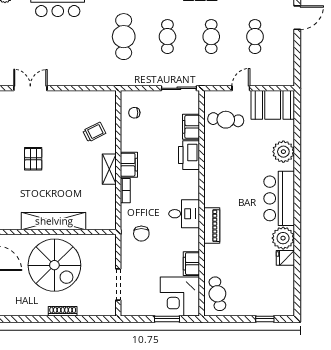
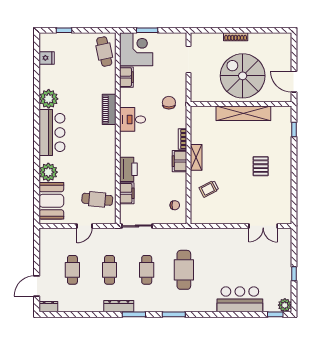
booth: (273, 105) -> (51, 201), moved, turned 90
fridge: (285, 258) -> (47, 58), moved

